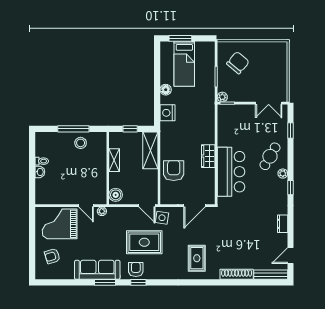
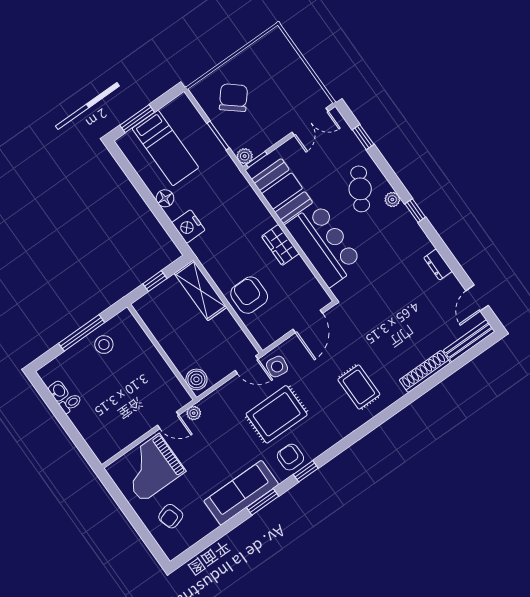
booth: (229, 129) -> (282, 191), added
shelving: (114, 160) -> (163, 336), removed
washbasin: (40, 172) -> (58, 391), moved

